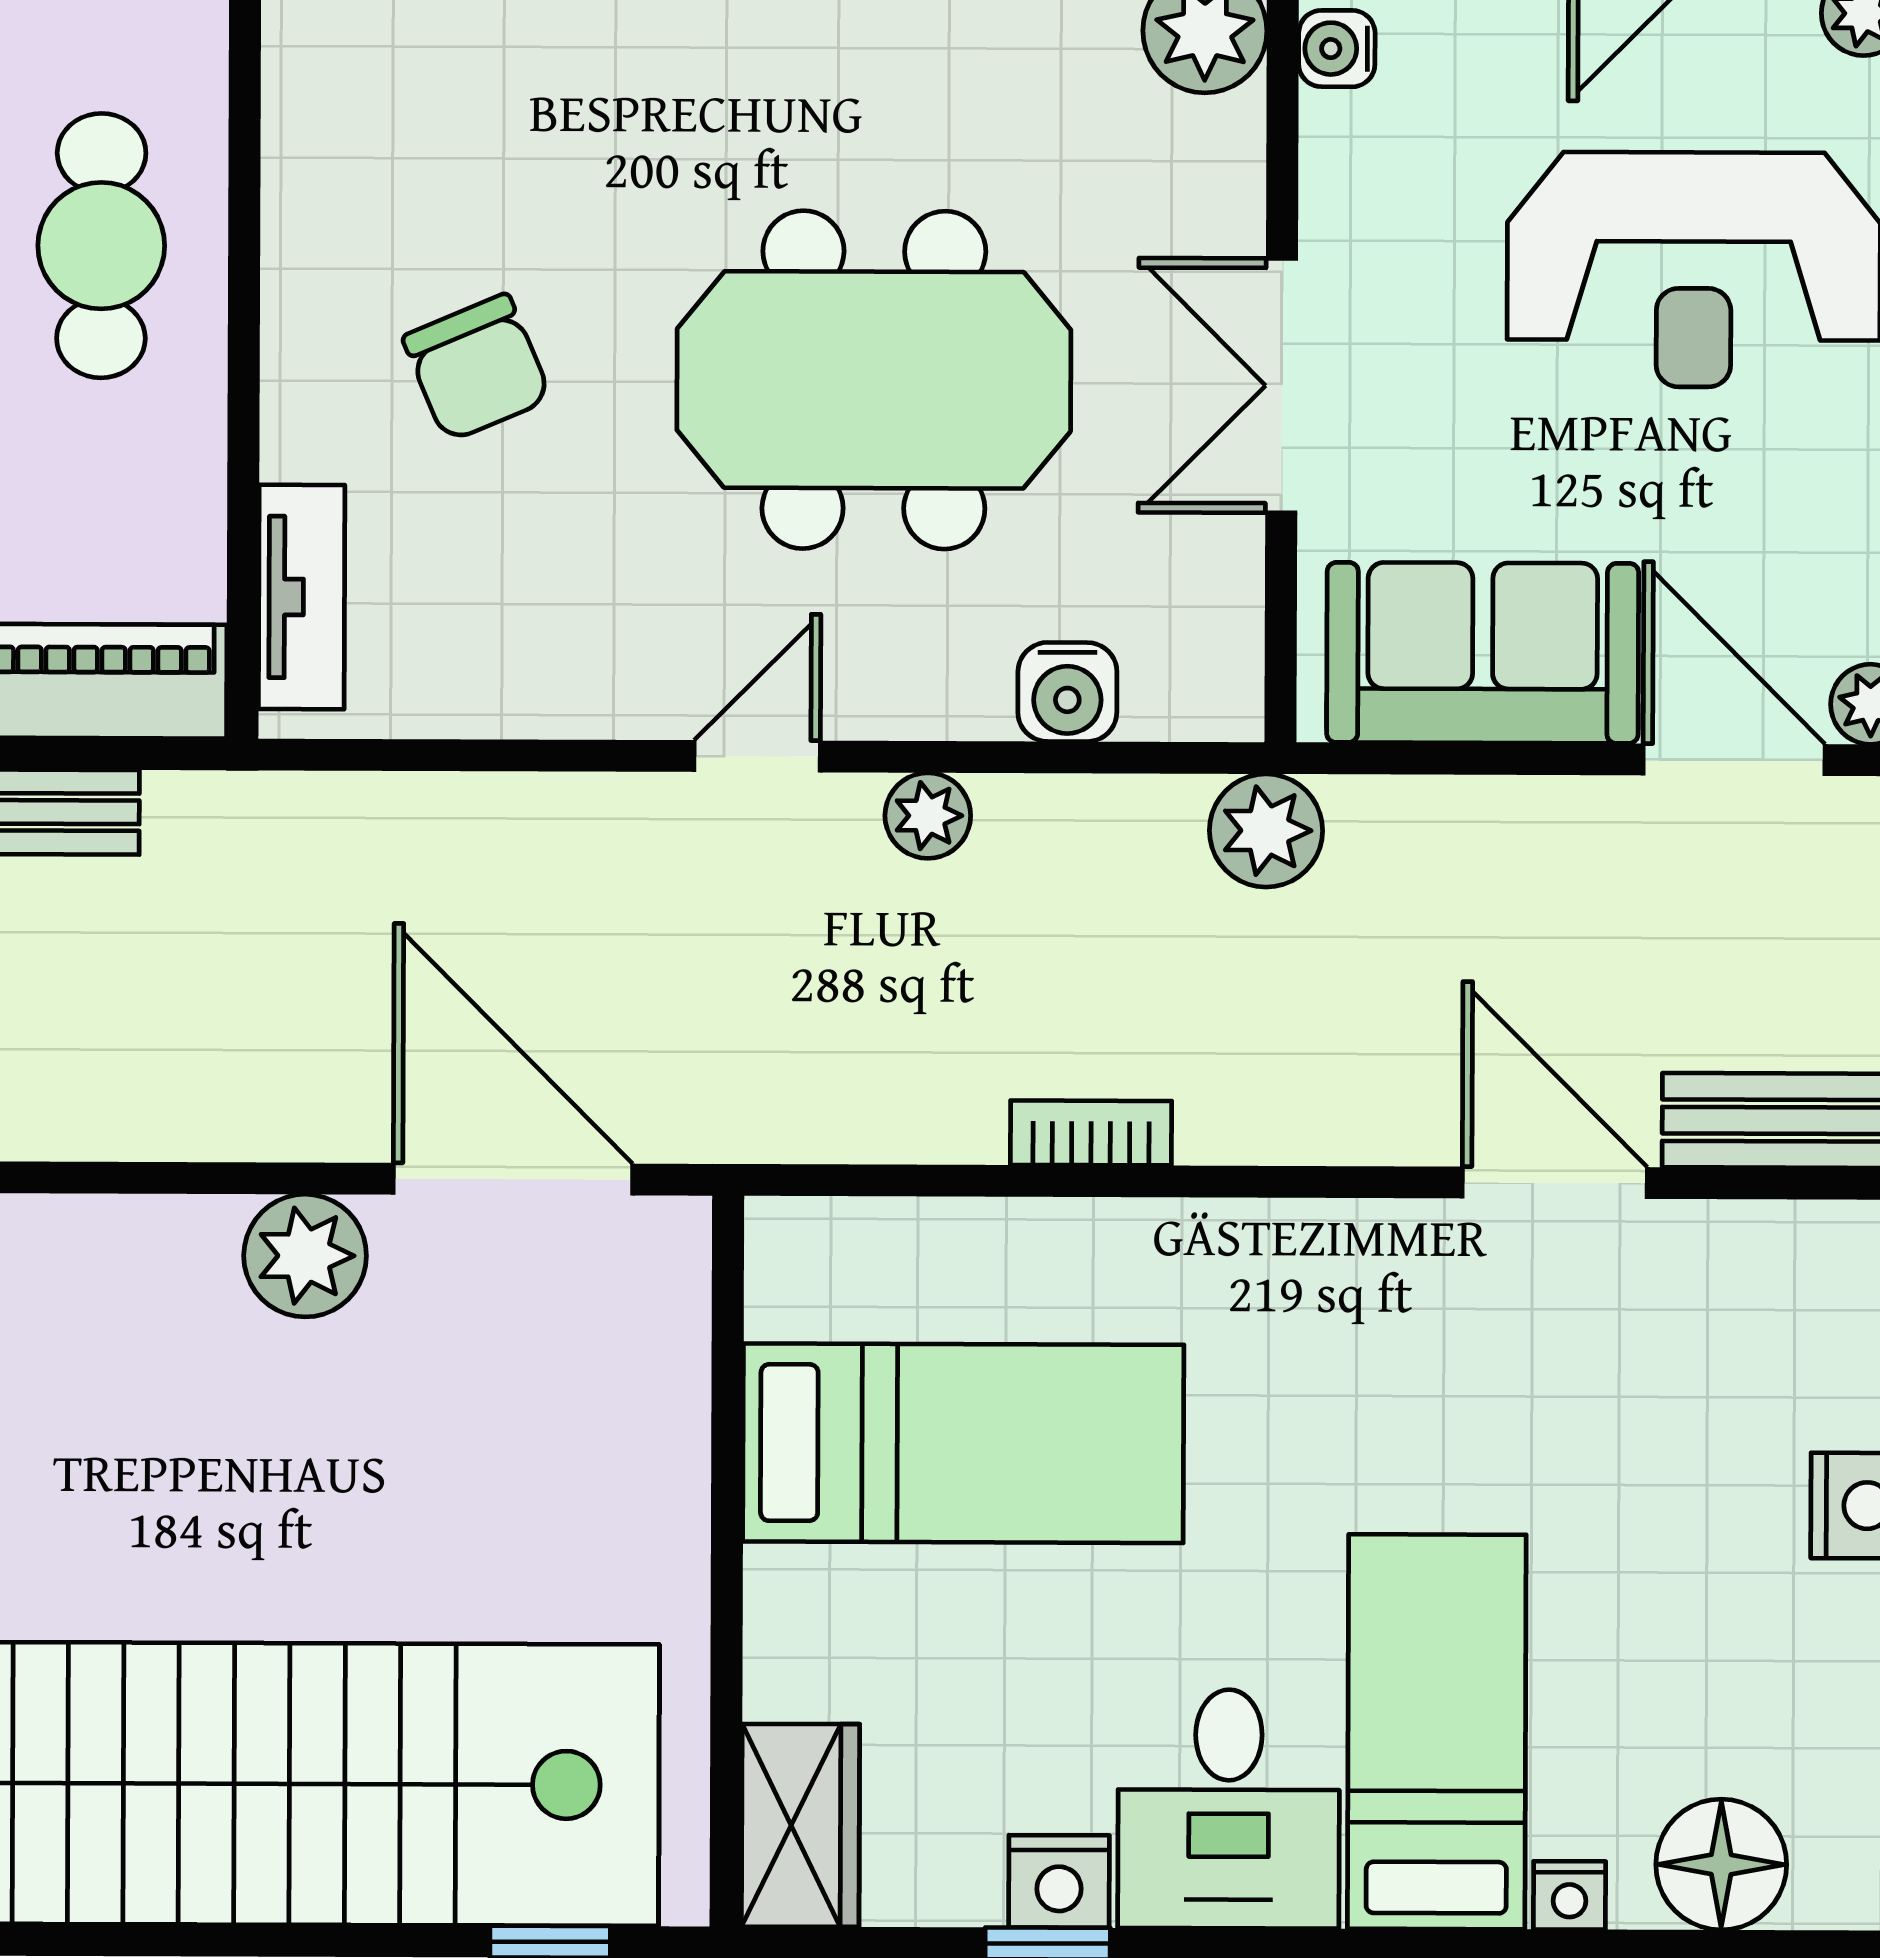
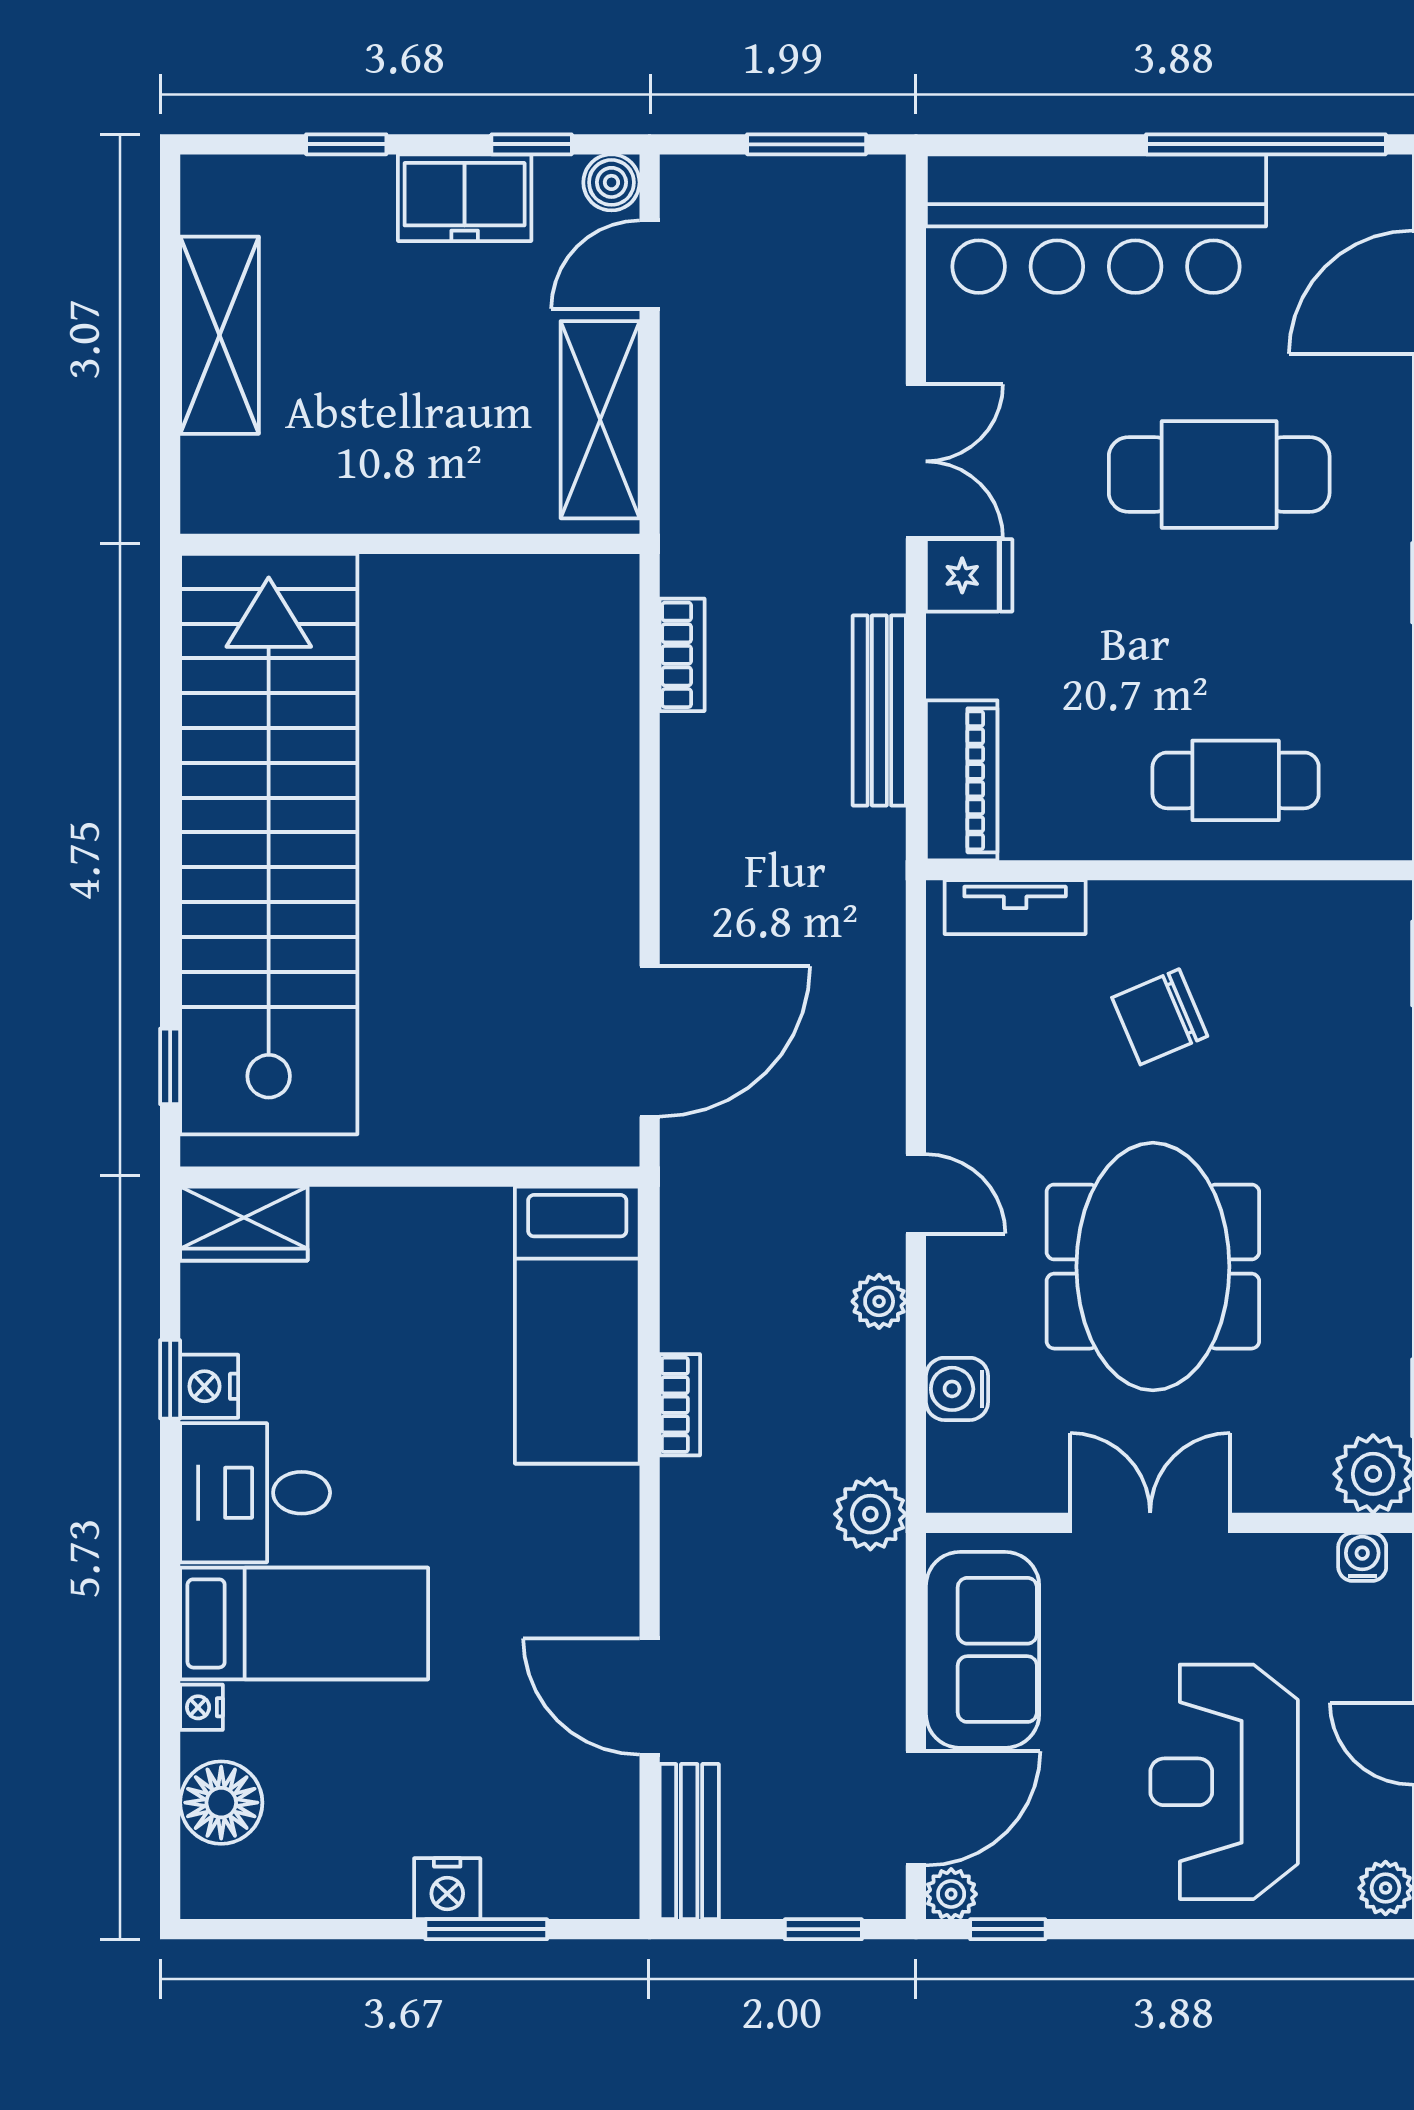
door: (1555, 1183) -> (650, 1696), swing flipped
plant: (305, 1256) -> (601, 911), removed
bed: (963, 1443) -> (577, 1325), moved

